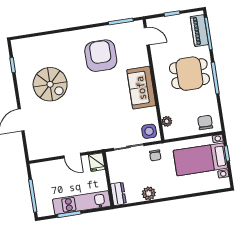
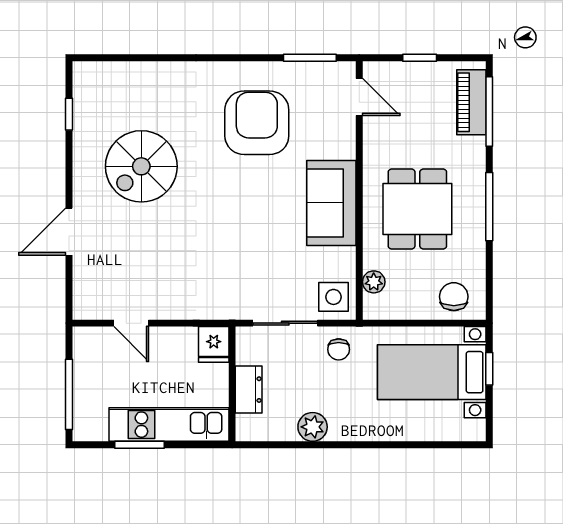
dining table: (189, 74) -> (417, 209), moved, turned 90
spiral stairs: (50, 84) -> (141, 166), turned 90
door: (72, 156) -> (131, 323), moved
dresser: (118, 194) -> (249, 390), moved

